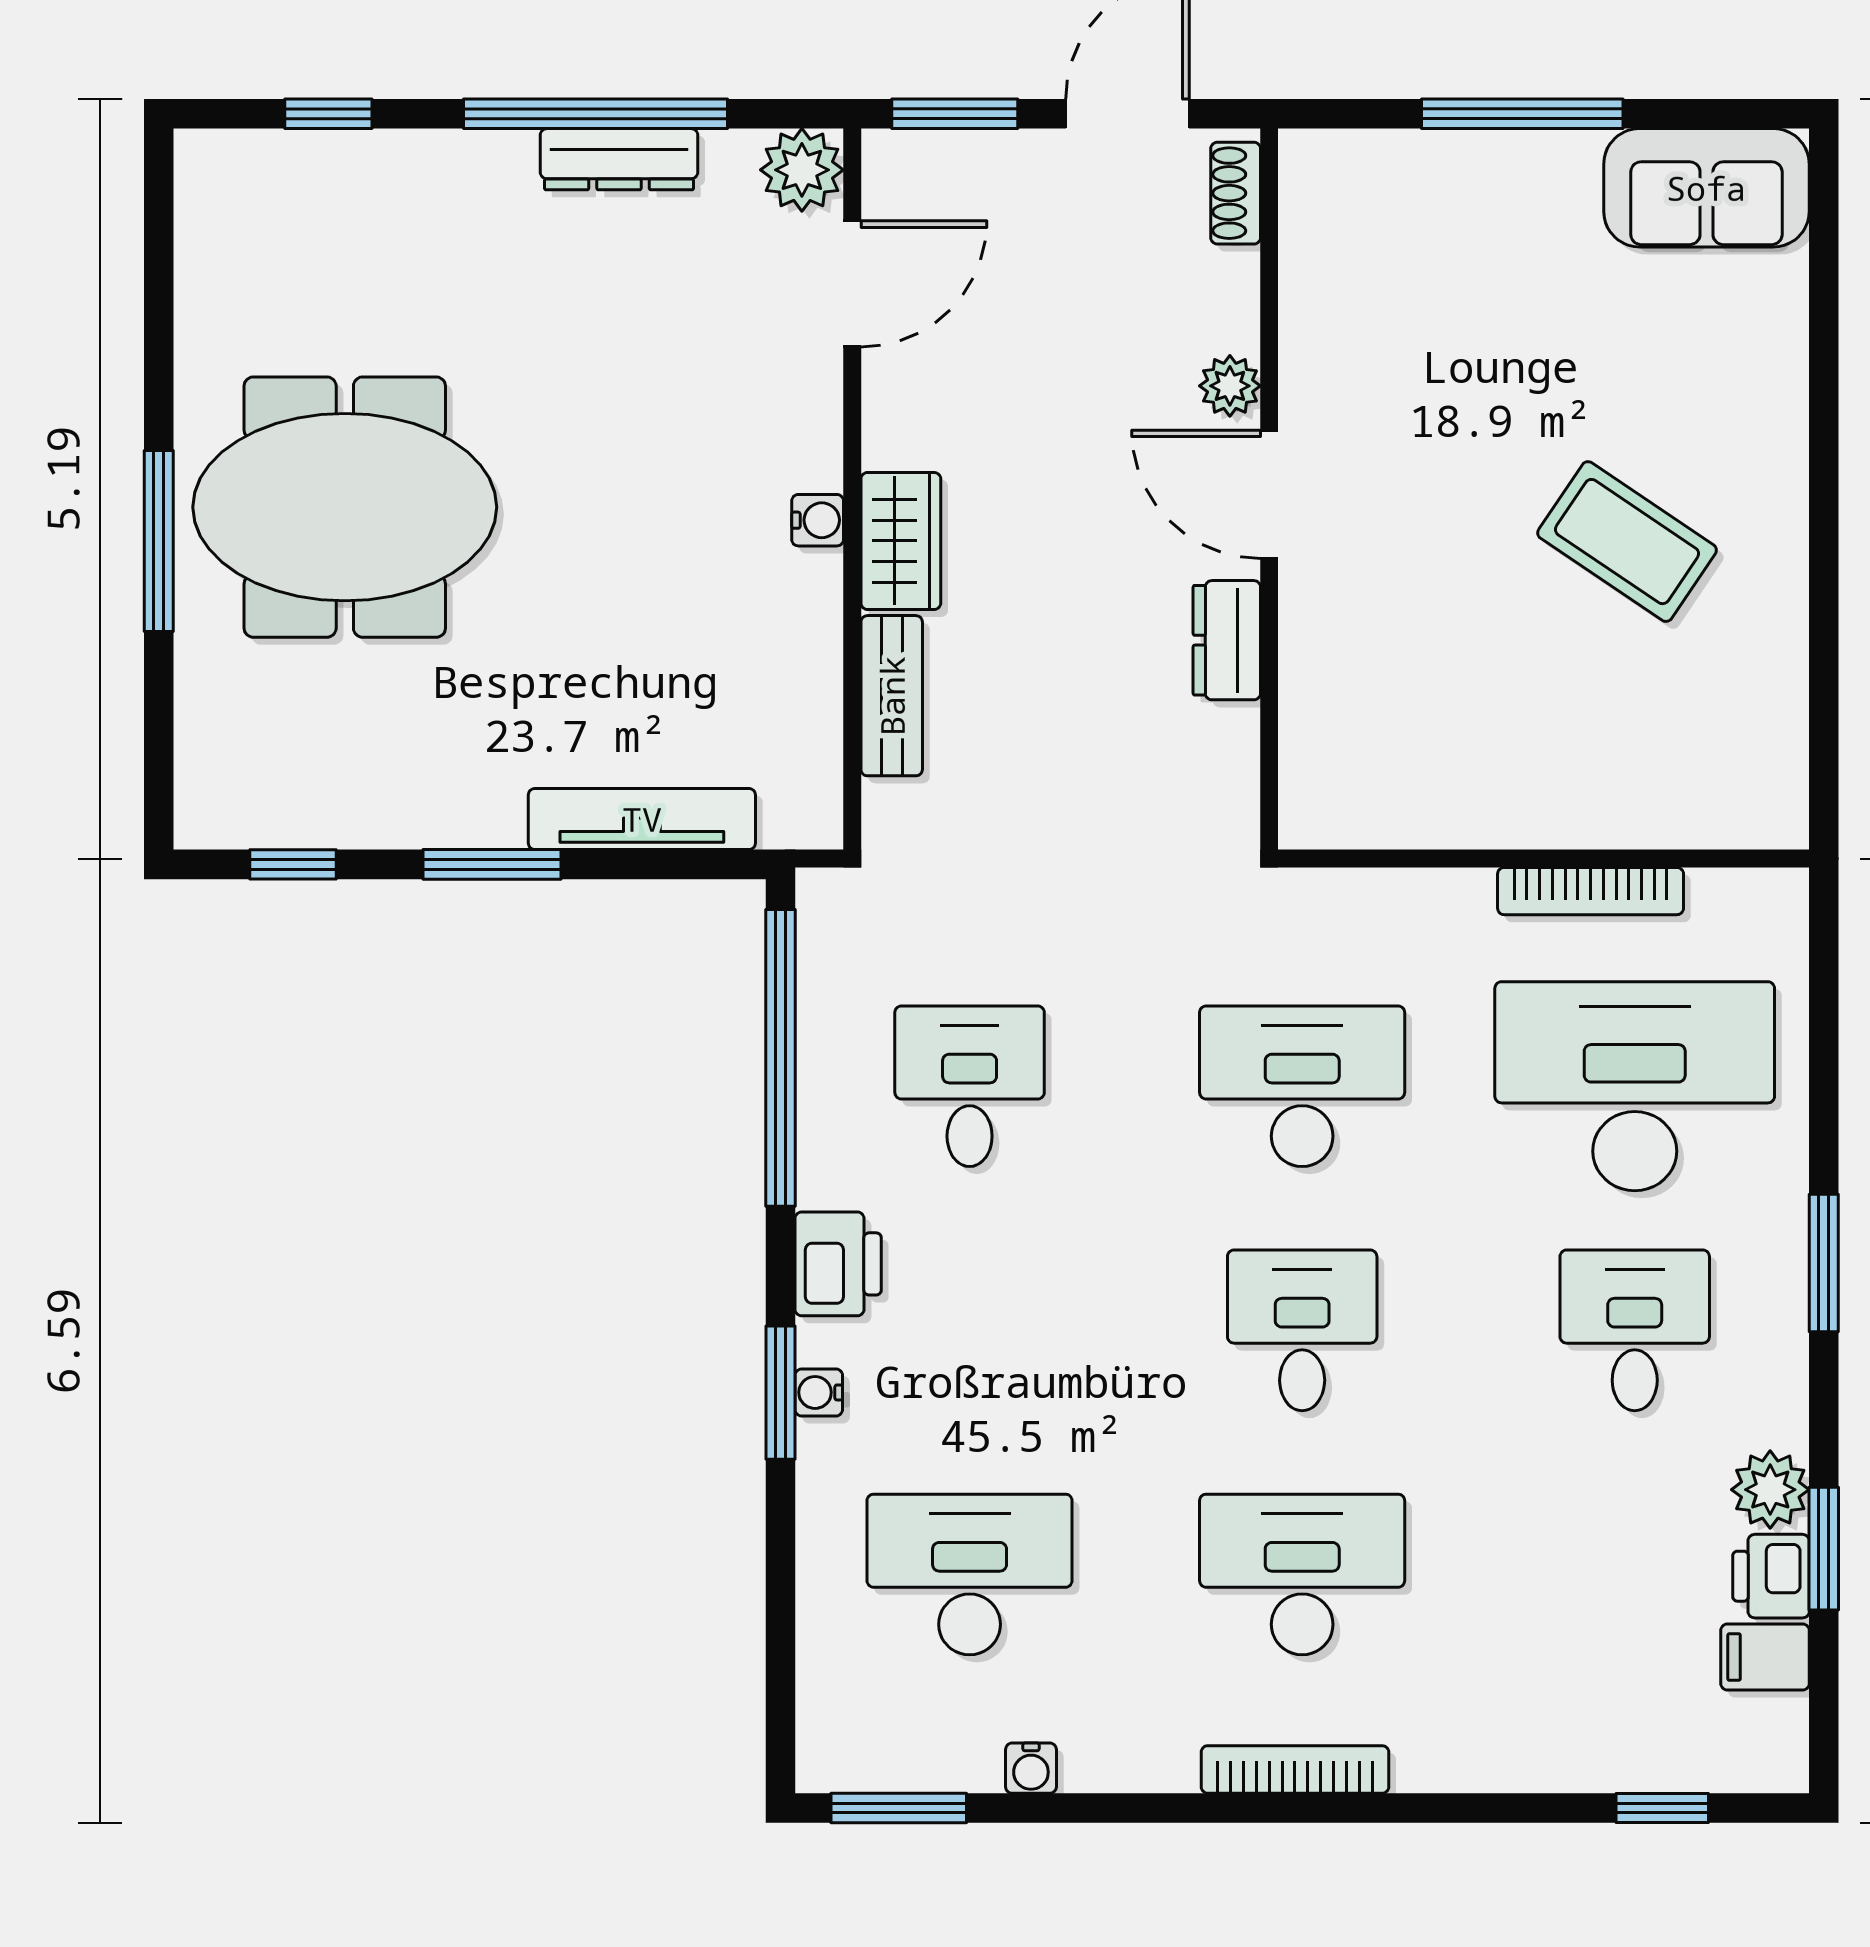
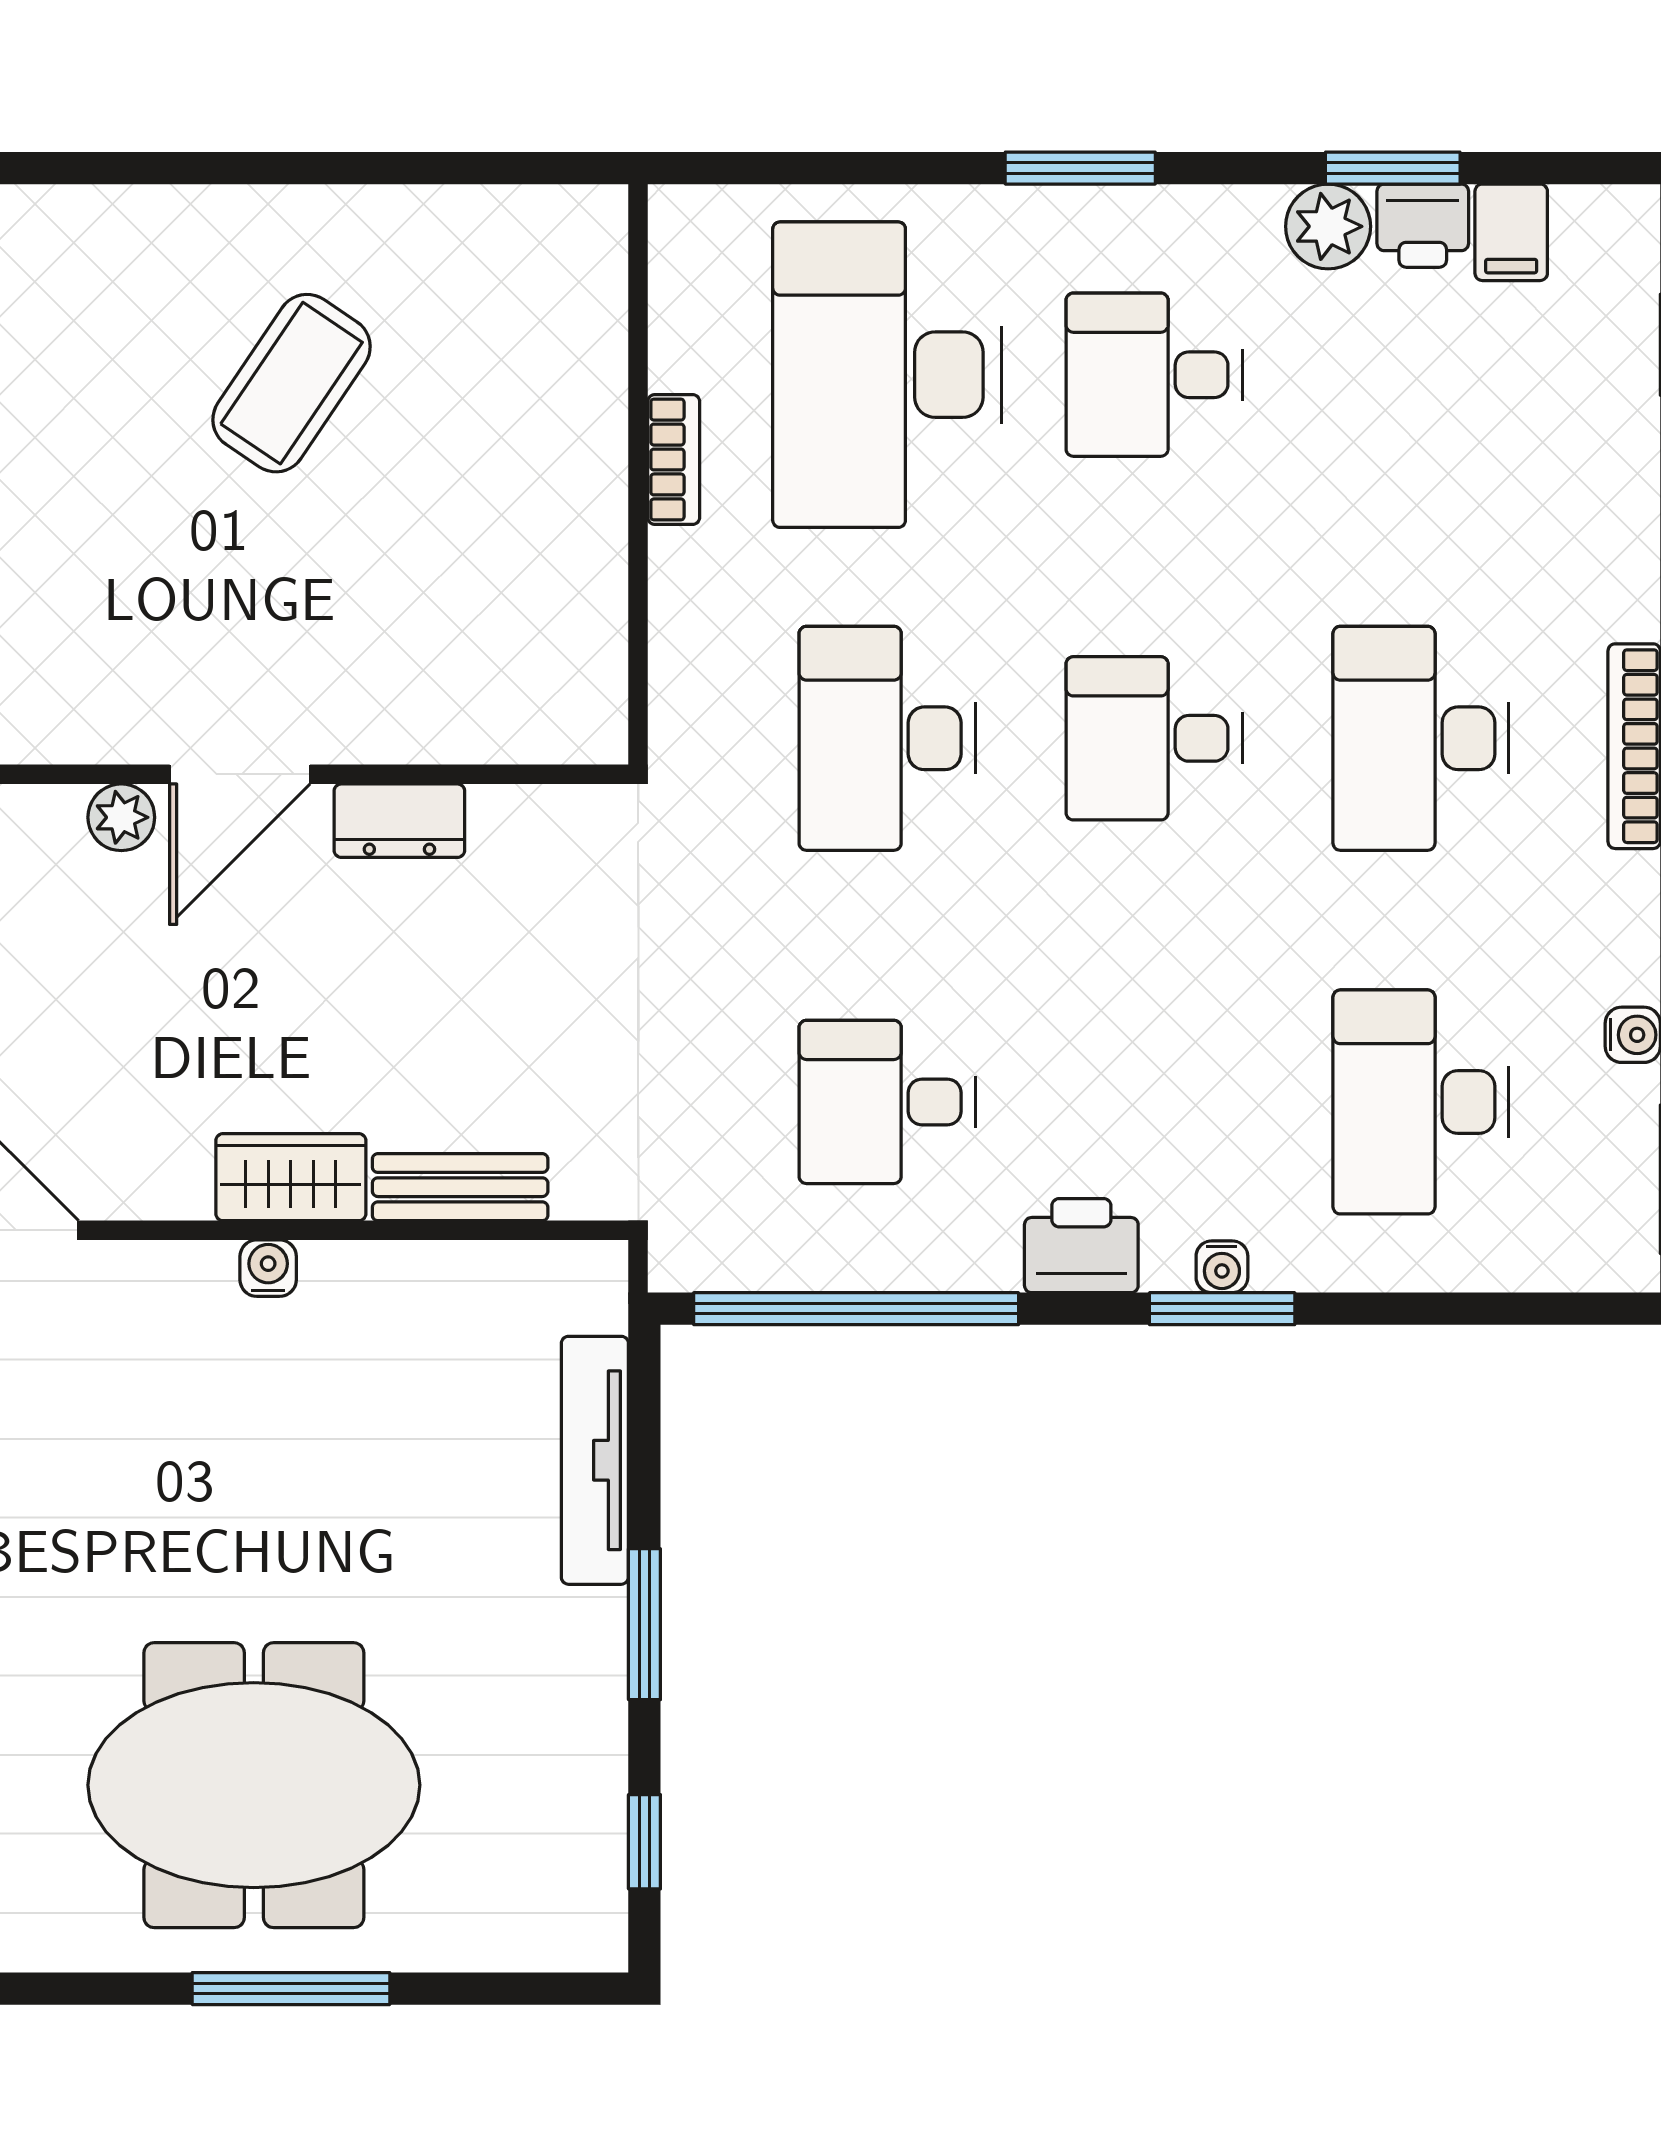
meeting table: (345, 507) -> (254, 1785), turned 90
bookcase: (1591, 891) -> (674, 460), width x0.64

